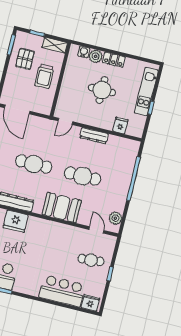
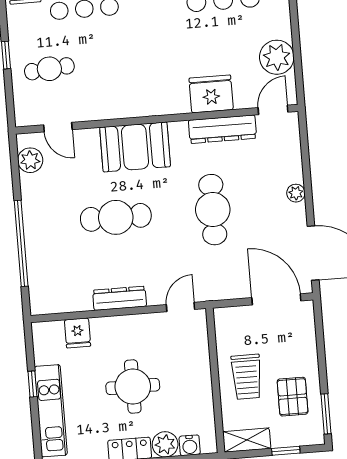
trolley: (44, 76) -> (247, 377), turned 180
cafe table: (34, 164) -> (213, 210), turned 90

